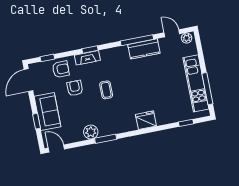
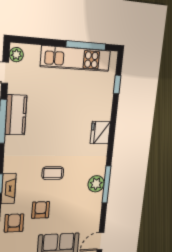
armchair: (75, 88) -> (41, 210), turned 90
plant: (91, 132) -> (96, 184), moved
window: (106, 139) -> (106, 184), width x1.44

